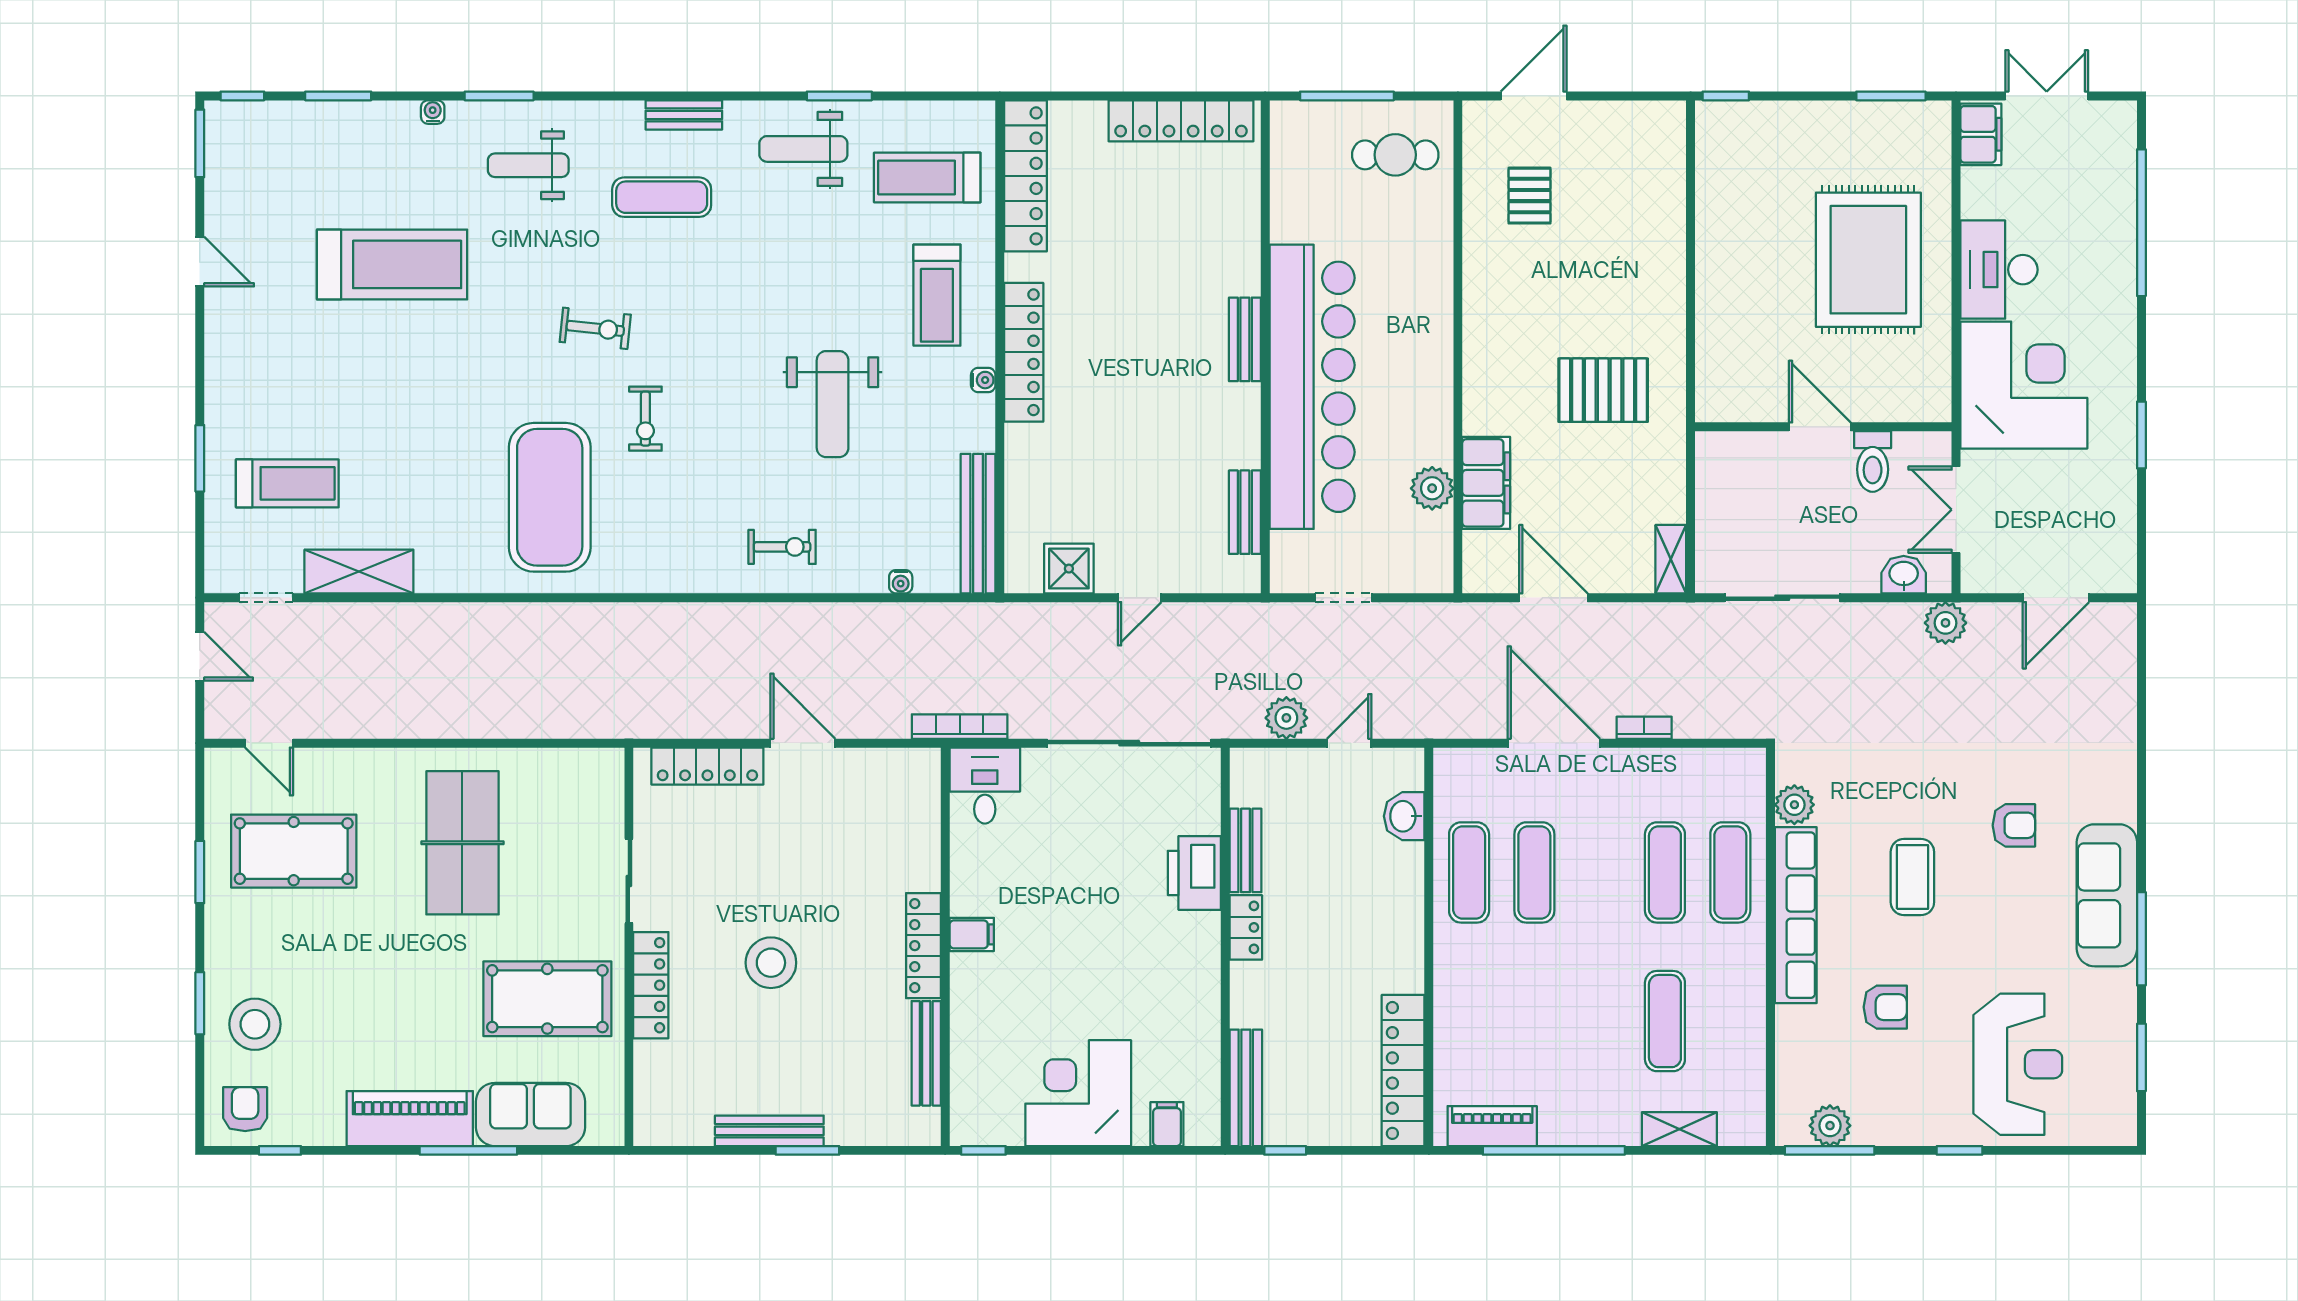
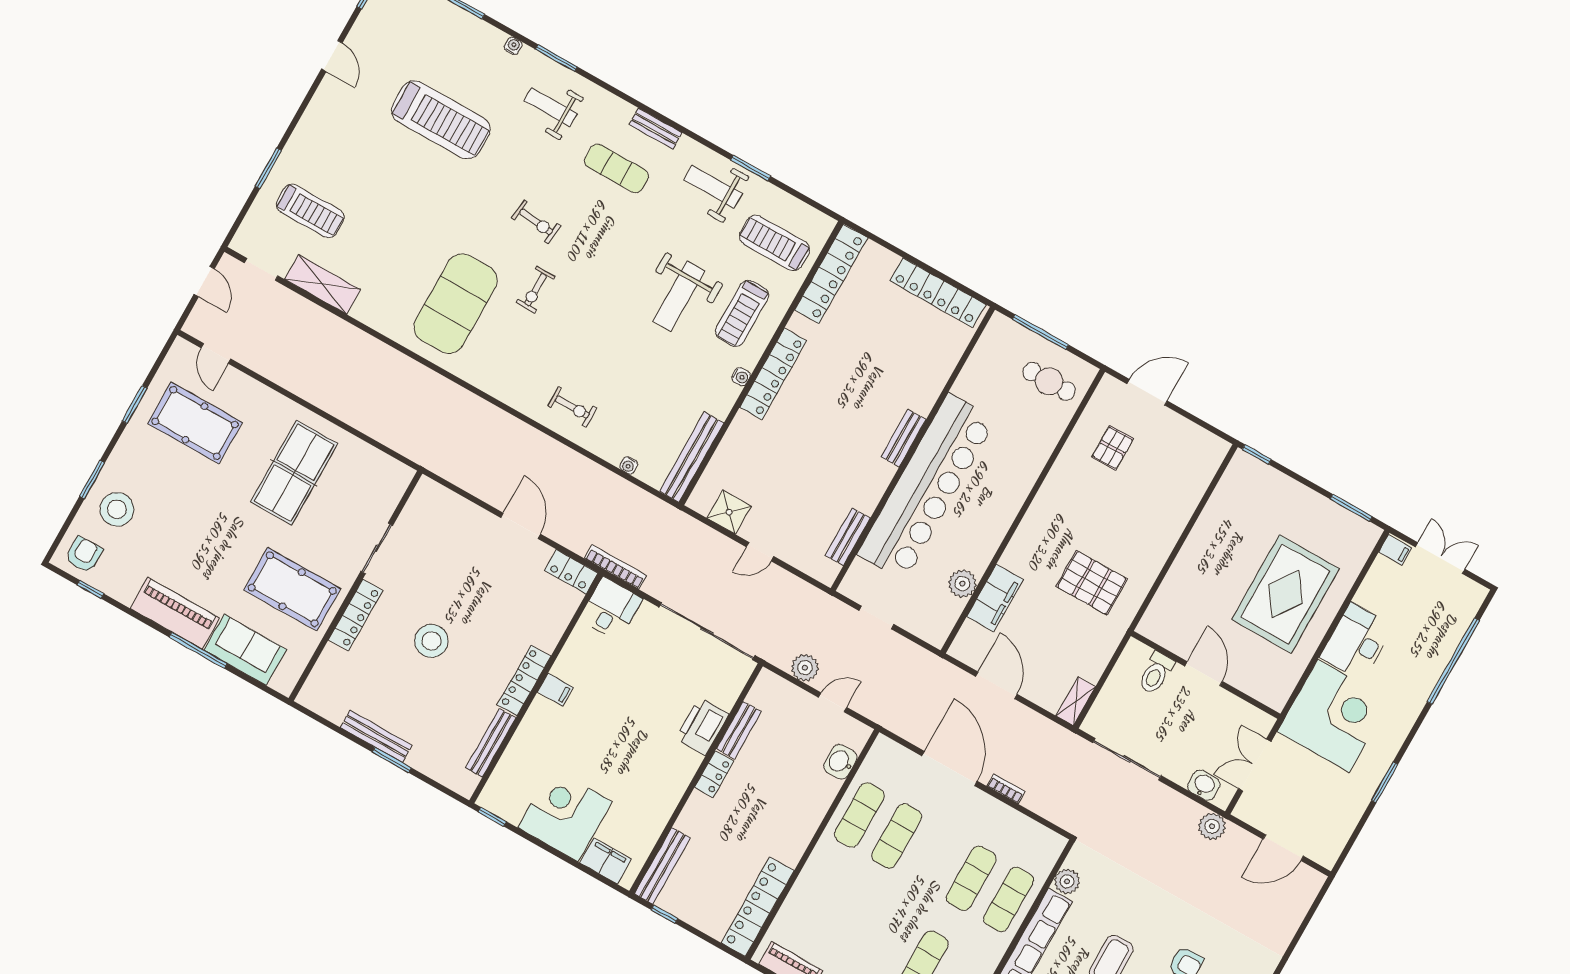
filing cabinet: (1981, 134) -> (1395, 550), width x0.50
weight bench: (833, 404) -> (679, 296), moved
toilet: (1873, 462) -> (1156, 673), moved
locker: (707, 766) -> (571, 572), moved, width x0.66
filing cabinet: (1167, 1124) -> (606, 861), width x2.00

